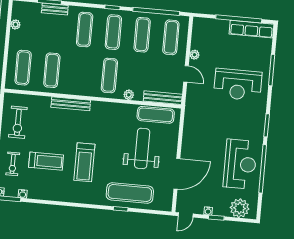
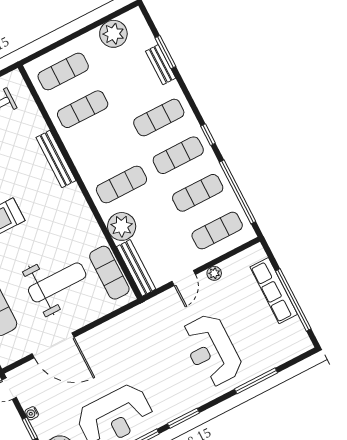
plant: (15, 24) -> (113, 34), width x1.87, depth x1.87
row of seats: (252, 29) -> (274, 291), moved
plant: (129, 95) -> (122, 226), width x1.87, depth x1.87

